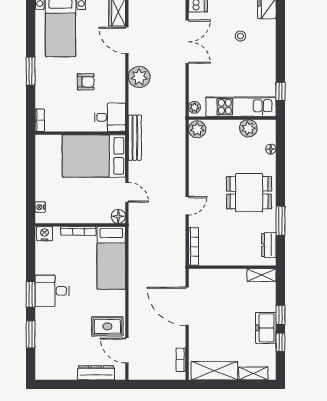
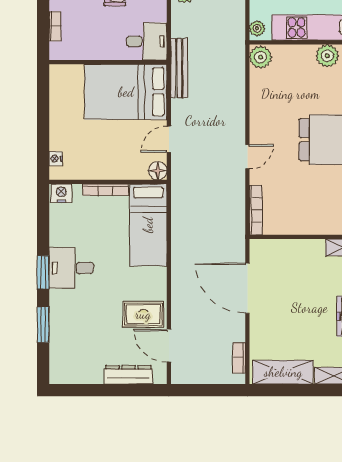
bookcase: (40, 120) -> (55, 26), moved
door: (127, 192) -> (169, 139), swing flipped

